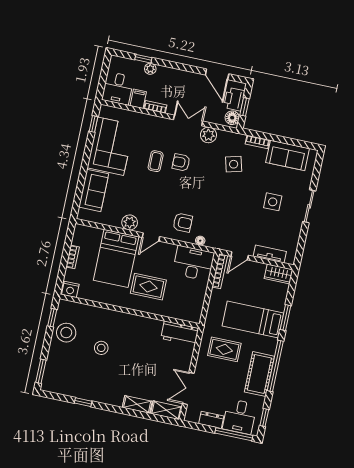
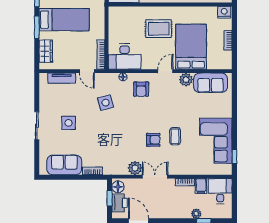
double door: (188, 120) -> (155, 177), swing flipped
side table: (234, 164) -> (106, 103), moved
sofa: (94, 190) -> (211, 83), moved, turned -90
armchair: (183, 223) -> (141, 89), turned -90
door: (240, 256) -> (87, 71), swing flipped
wardrobe: (279, 274) -> (46, 51), moved, turned 90

